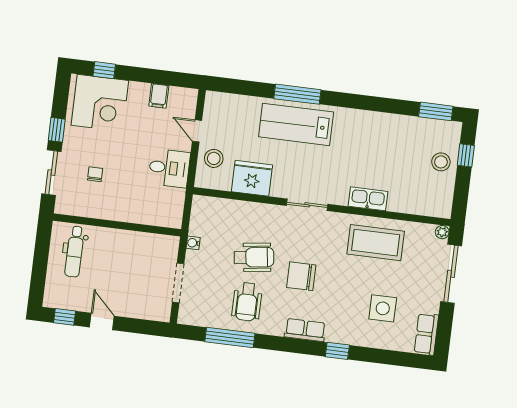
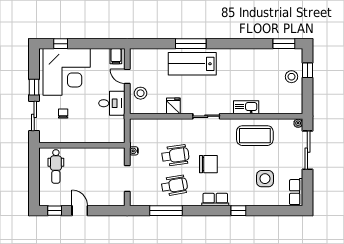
filing cabinet: (159, 96) -> (116, 56), moved
corner desk: (100, 103) -> (67, 72), width x1.36, depth x1.36
fridge: (252, 178) -> (173, 106), width x0.53, depth x0.75
chair: (301, 276) -> (208, 164), turned 180
wheelchair: (247, 302) -> (174, 186), turned -100

